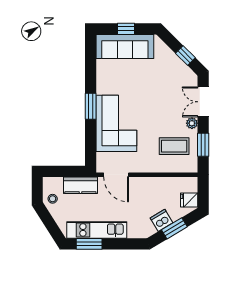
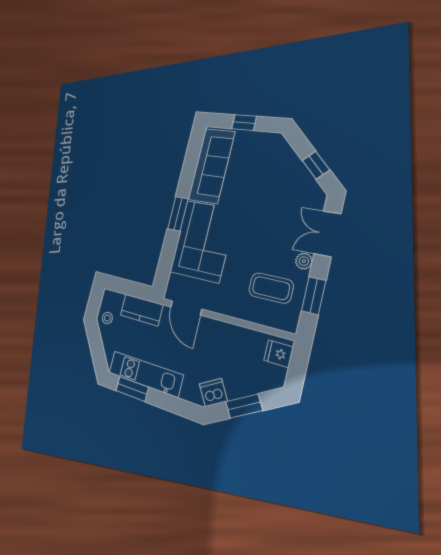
sofa: (125, 47) -> (211, 166), moved, turned -90
fridge: (189, 200) -> (278, 354), moved
dishwasher: (162, 220) -> (213, 392), moved

